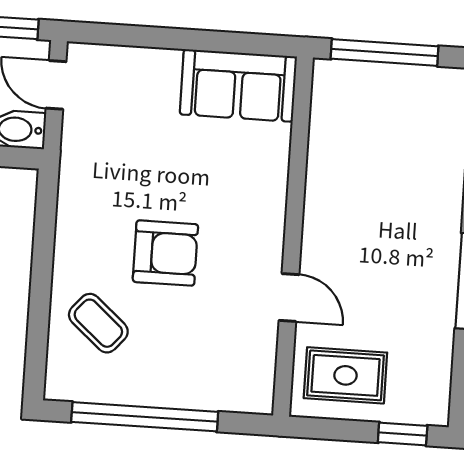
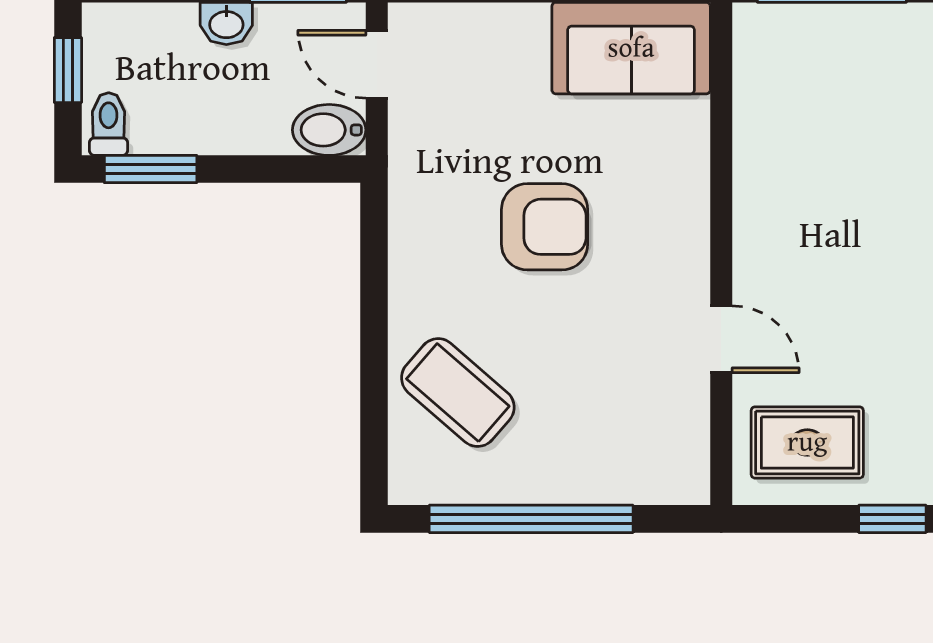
armchair: (165, 253) -> (545, 227), moved
coffee table: (98, 323) -> (458, 393), width x1.36, depth x1.30

